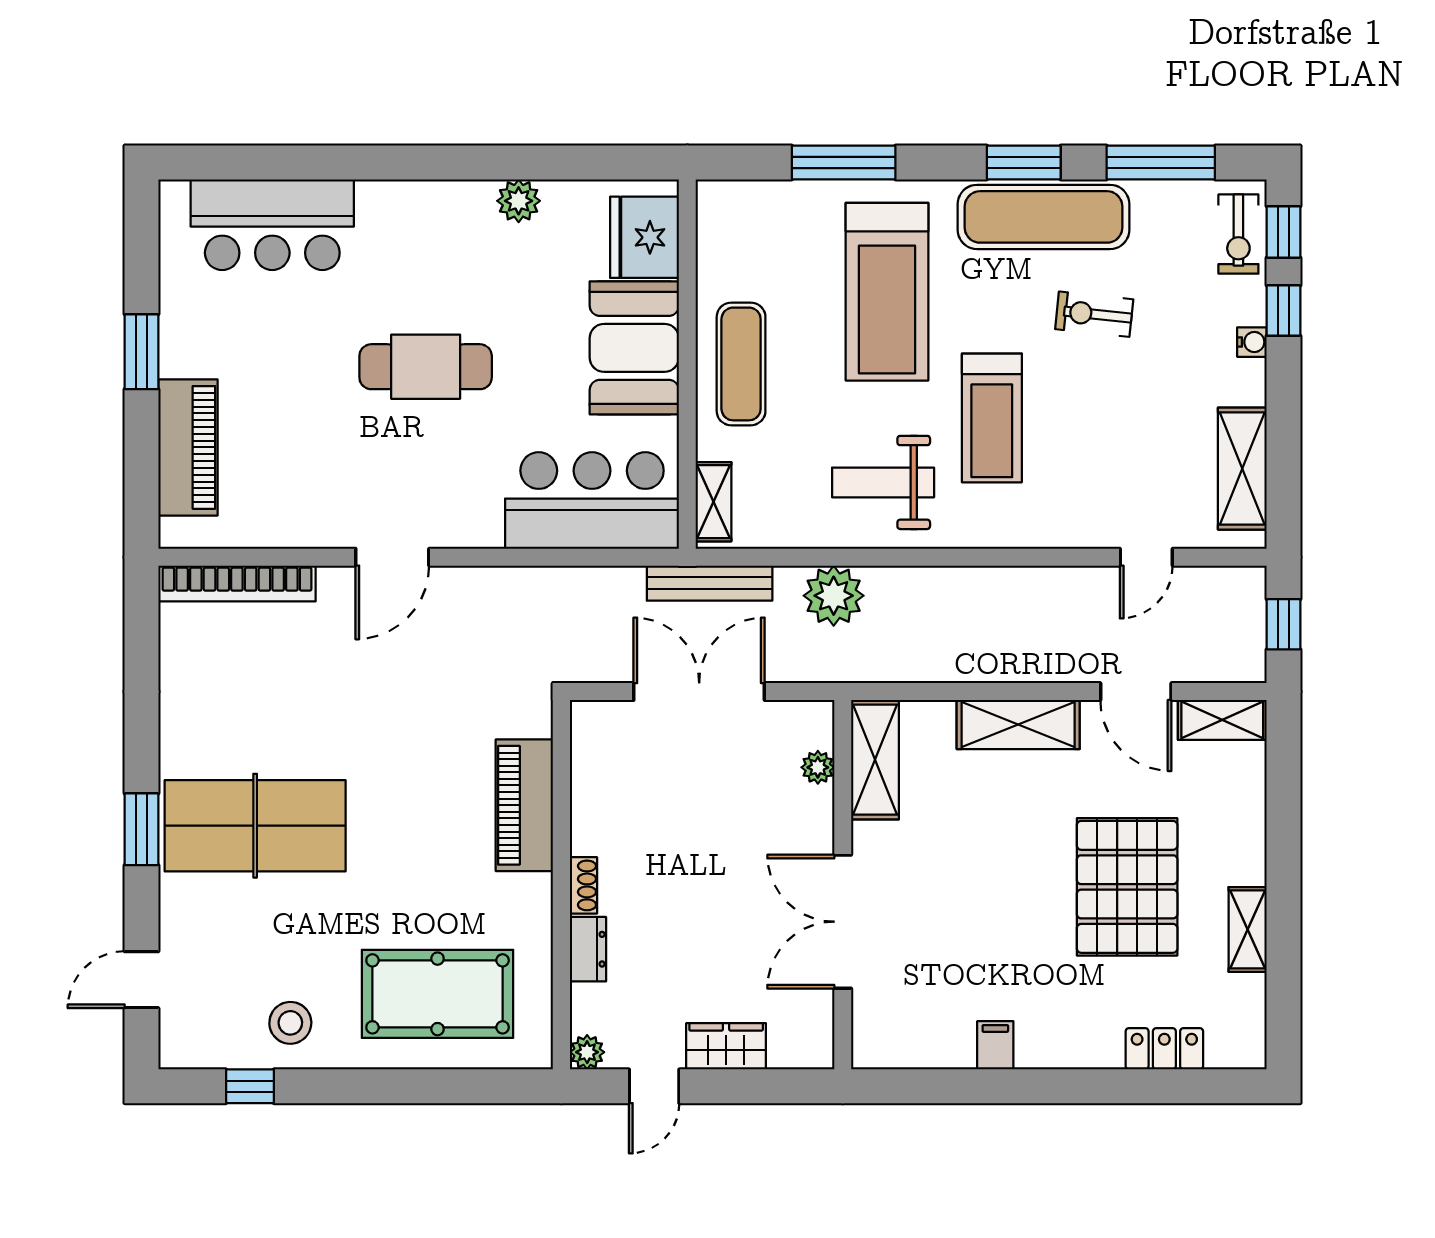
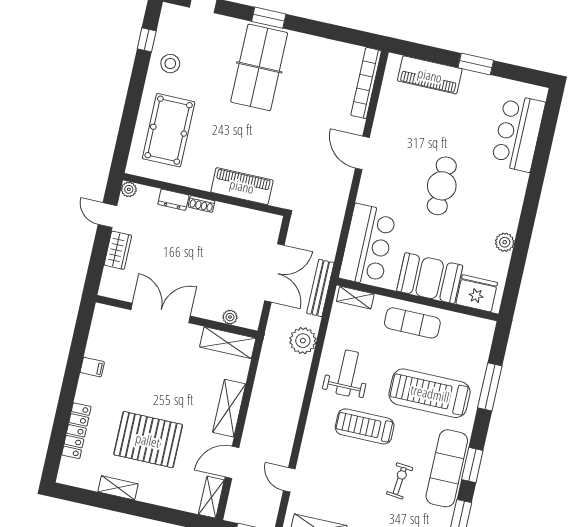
locker: (1164, 1049) -> (76, 431), width x1.53

